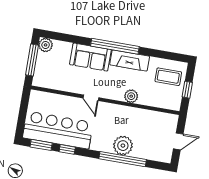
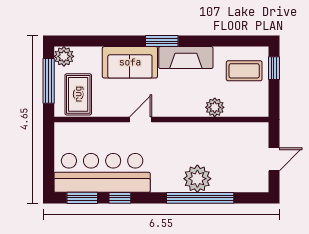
window: (115, 46) -> (162, 41), width x0.47
rug: (51, 73) -> (78, 94), added
window: (187, 90) -> (274, 68), moved
plant: (131, 96) -> (215, 107), moved
door: (91, 98) -> (141, 119), swing flipped

